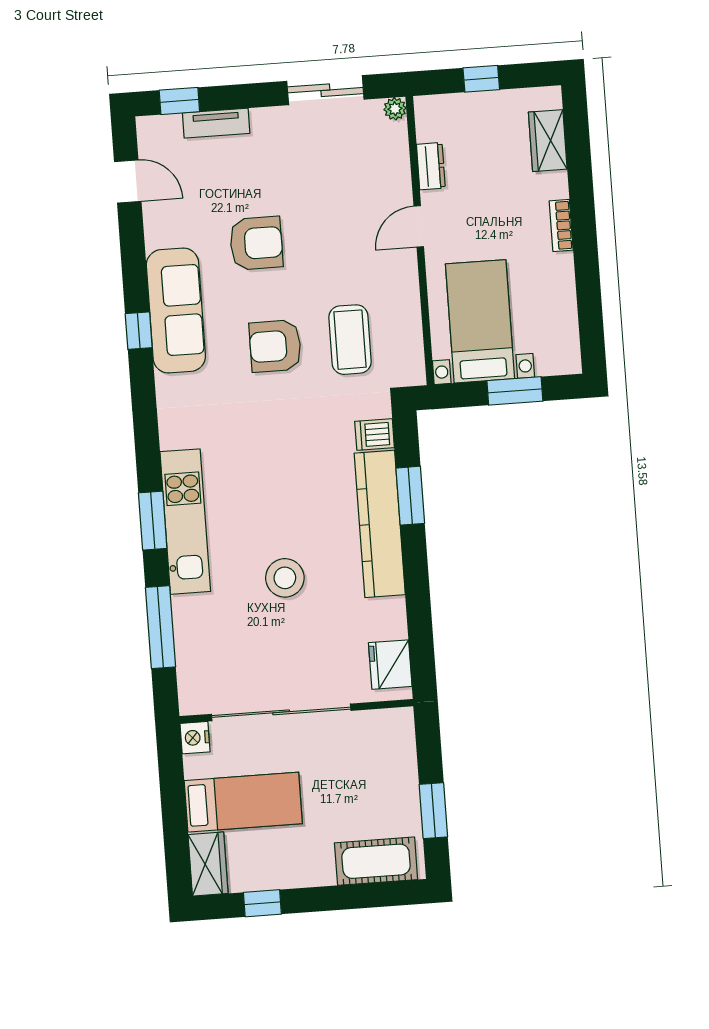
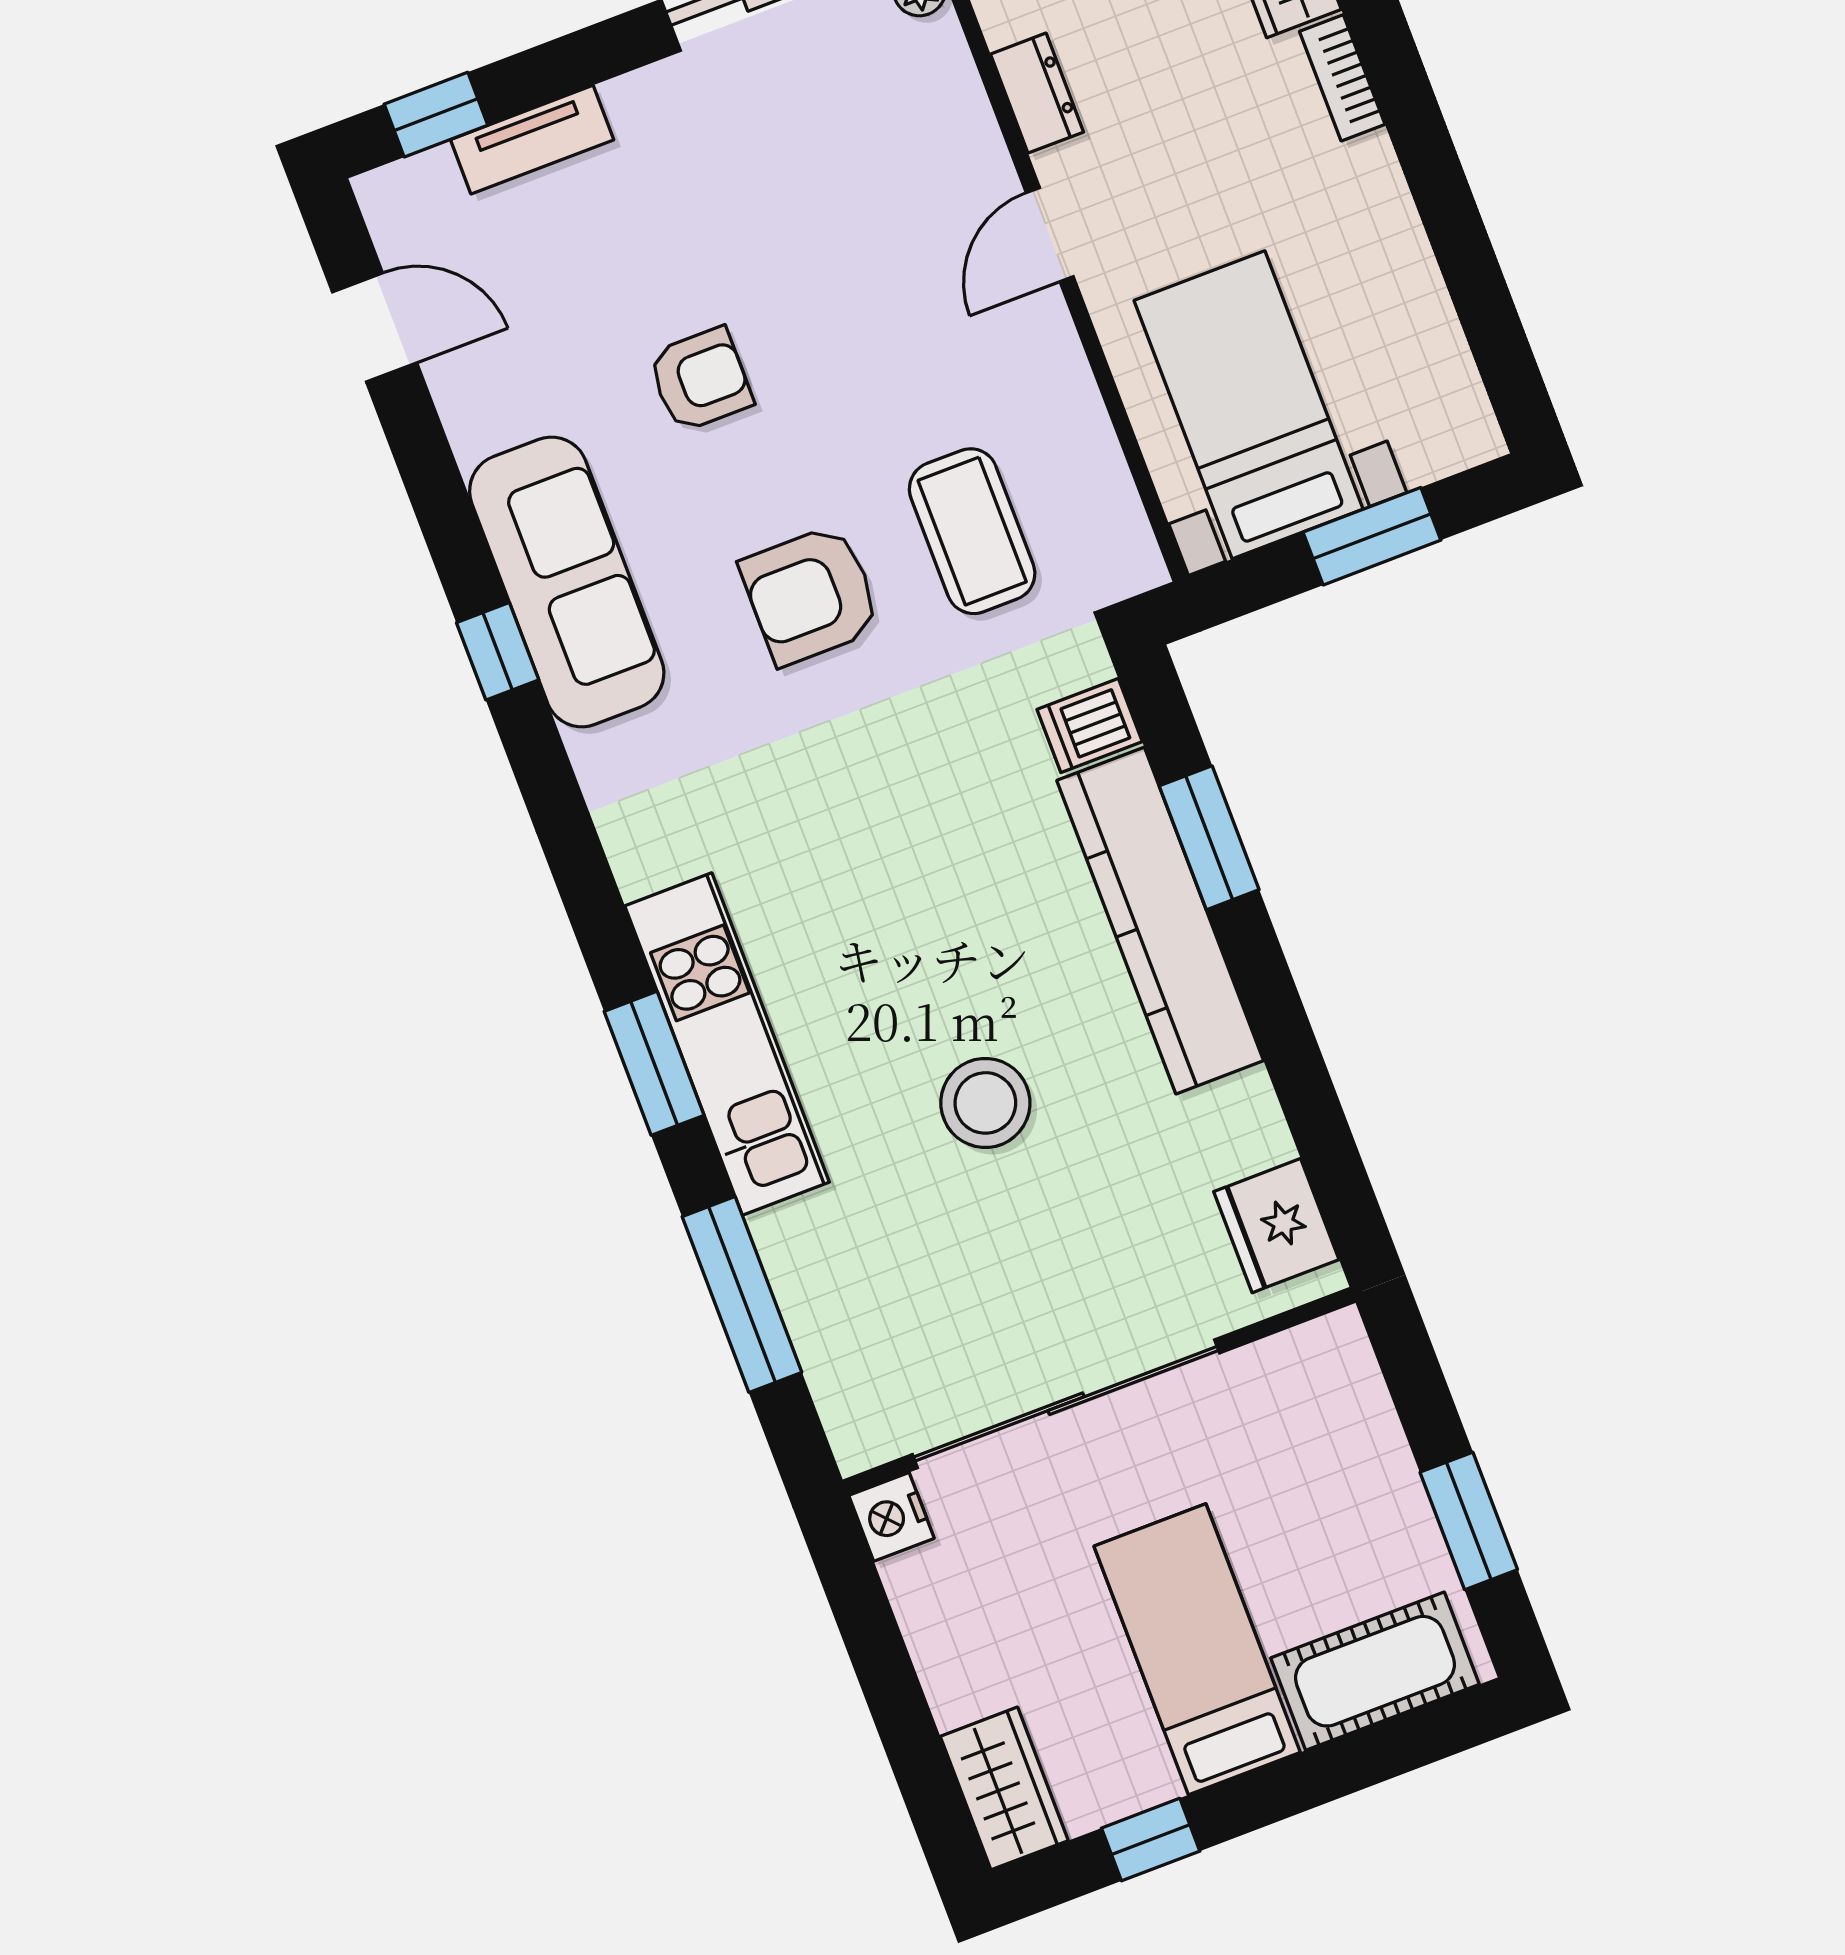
bookcase: (561, 225) -> (1342, 78), moved
armchair: (256, 243) -> (700, 380), width x0.72, depth x0.72
bed: (243, 802) -> (1197, 1649), moved, turned -90

